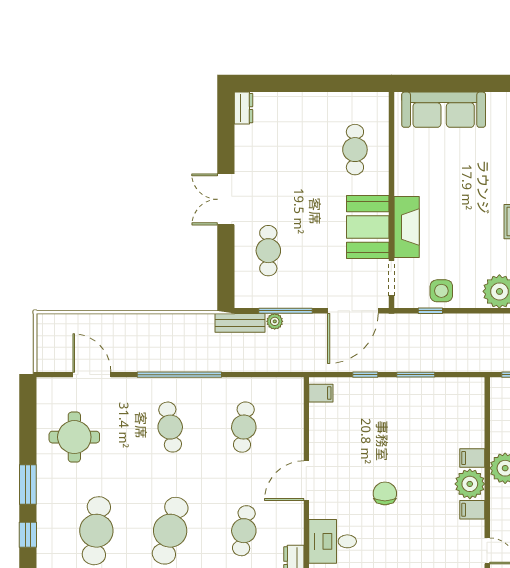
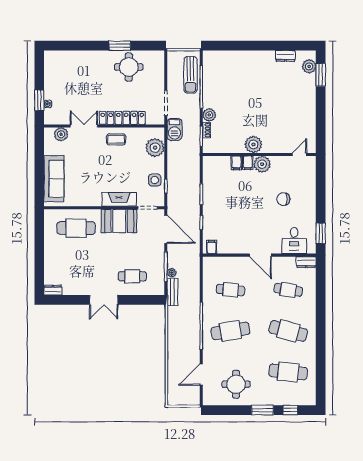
cafe table: (355, 150) -> (76, 228), width x1.37, depth x1.35
cafe table: (170, 427) -> (230, 331), width x1.37, depth x1.35
chair: (385, 493) -> (283, 199), moved
filing cabinet: (472, 510) -> (236, 163), moved

